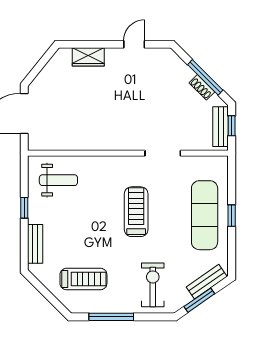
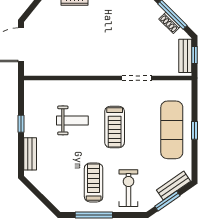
weight bench: (58, 180) -> (72, 120), moved
treadmill: (136, 212) -> (115, 127), turned 180
treadmill: (83, 279) -> (94, 182), moved, turned -90

